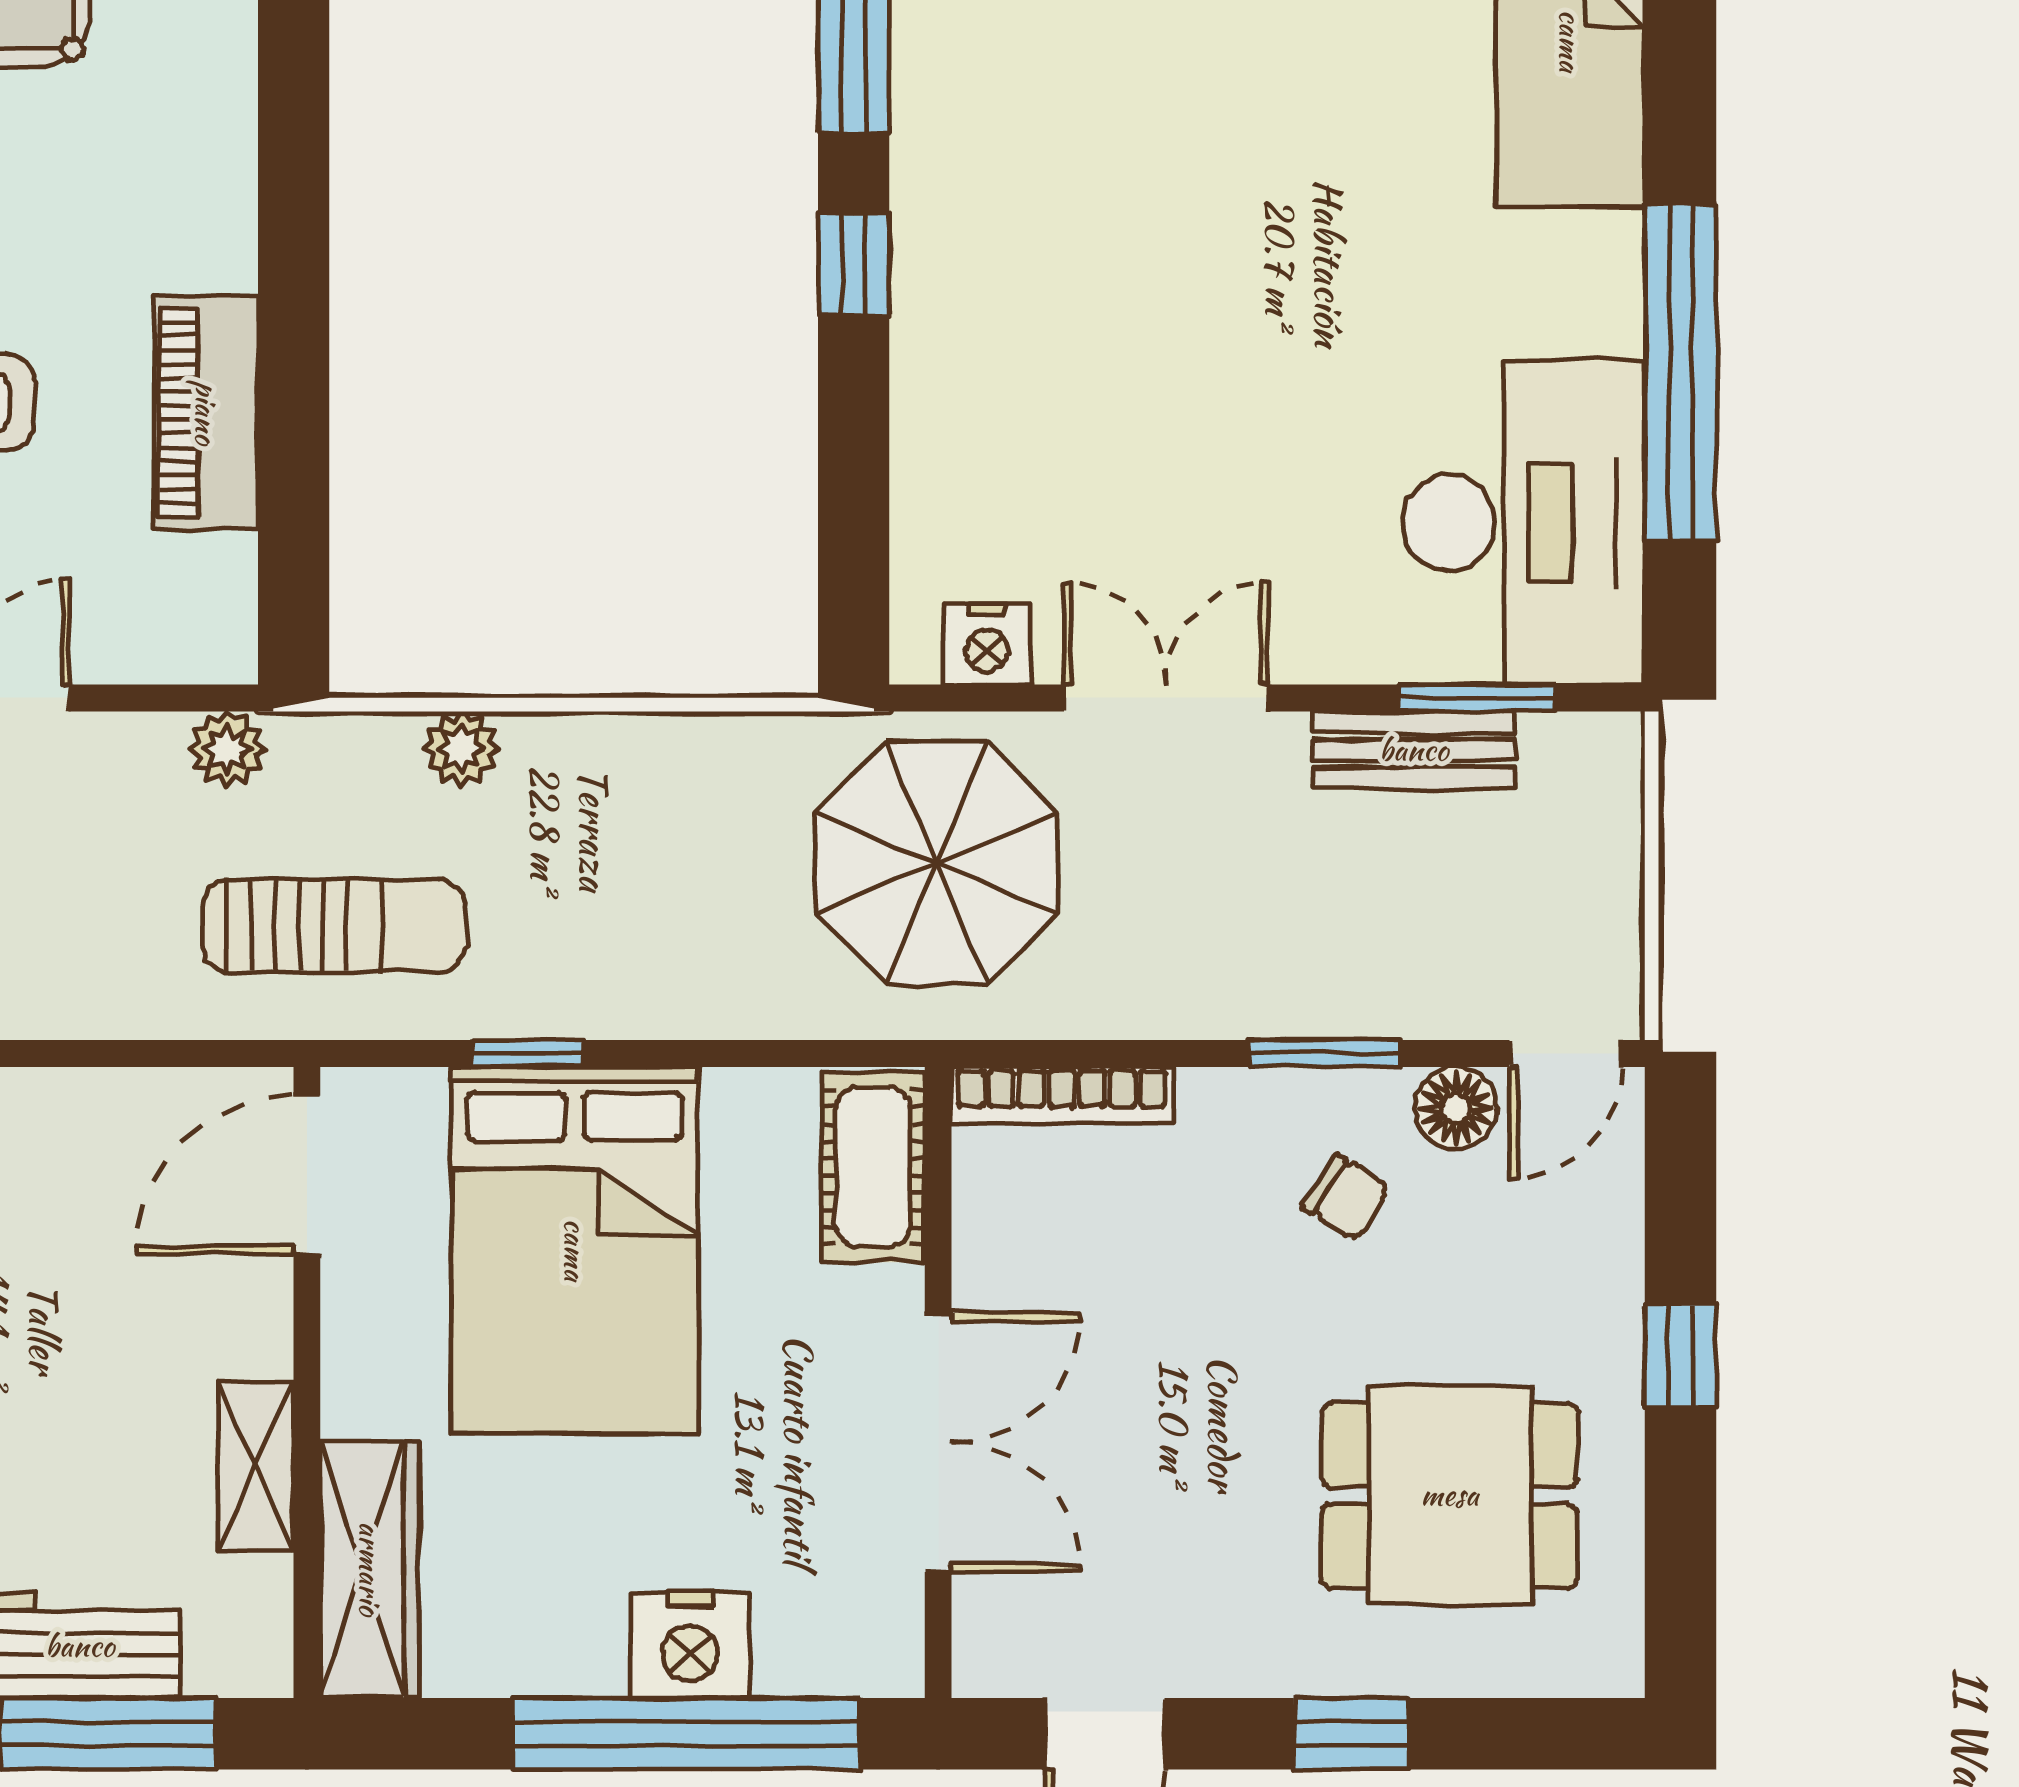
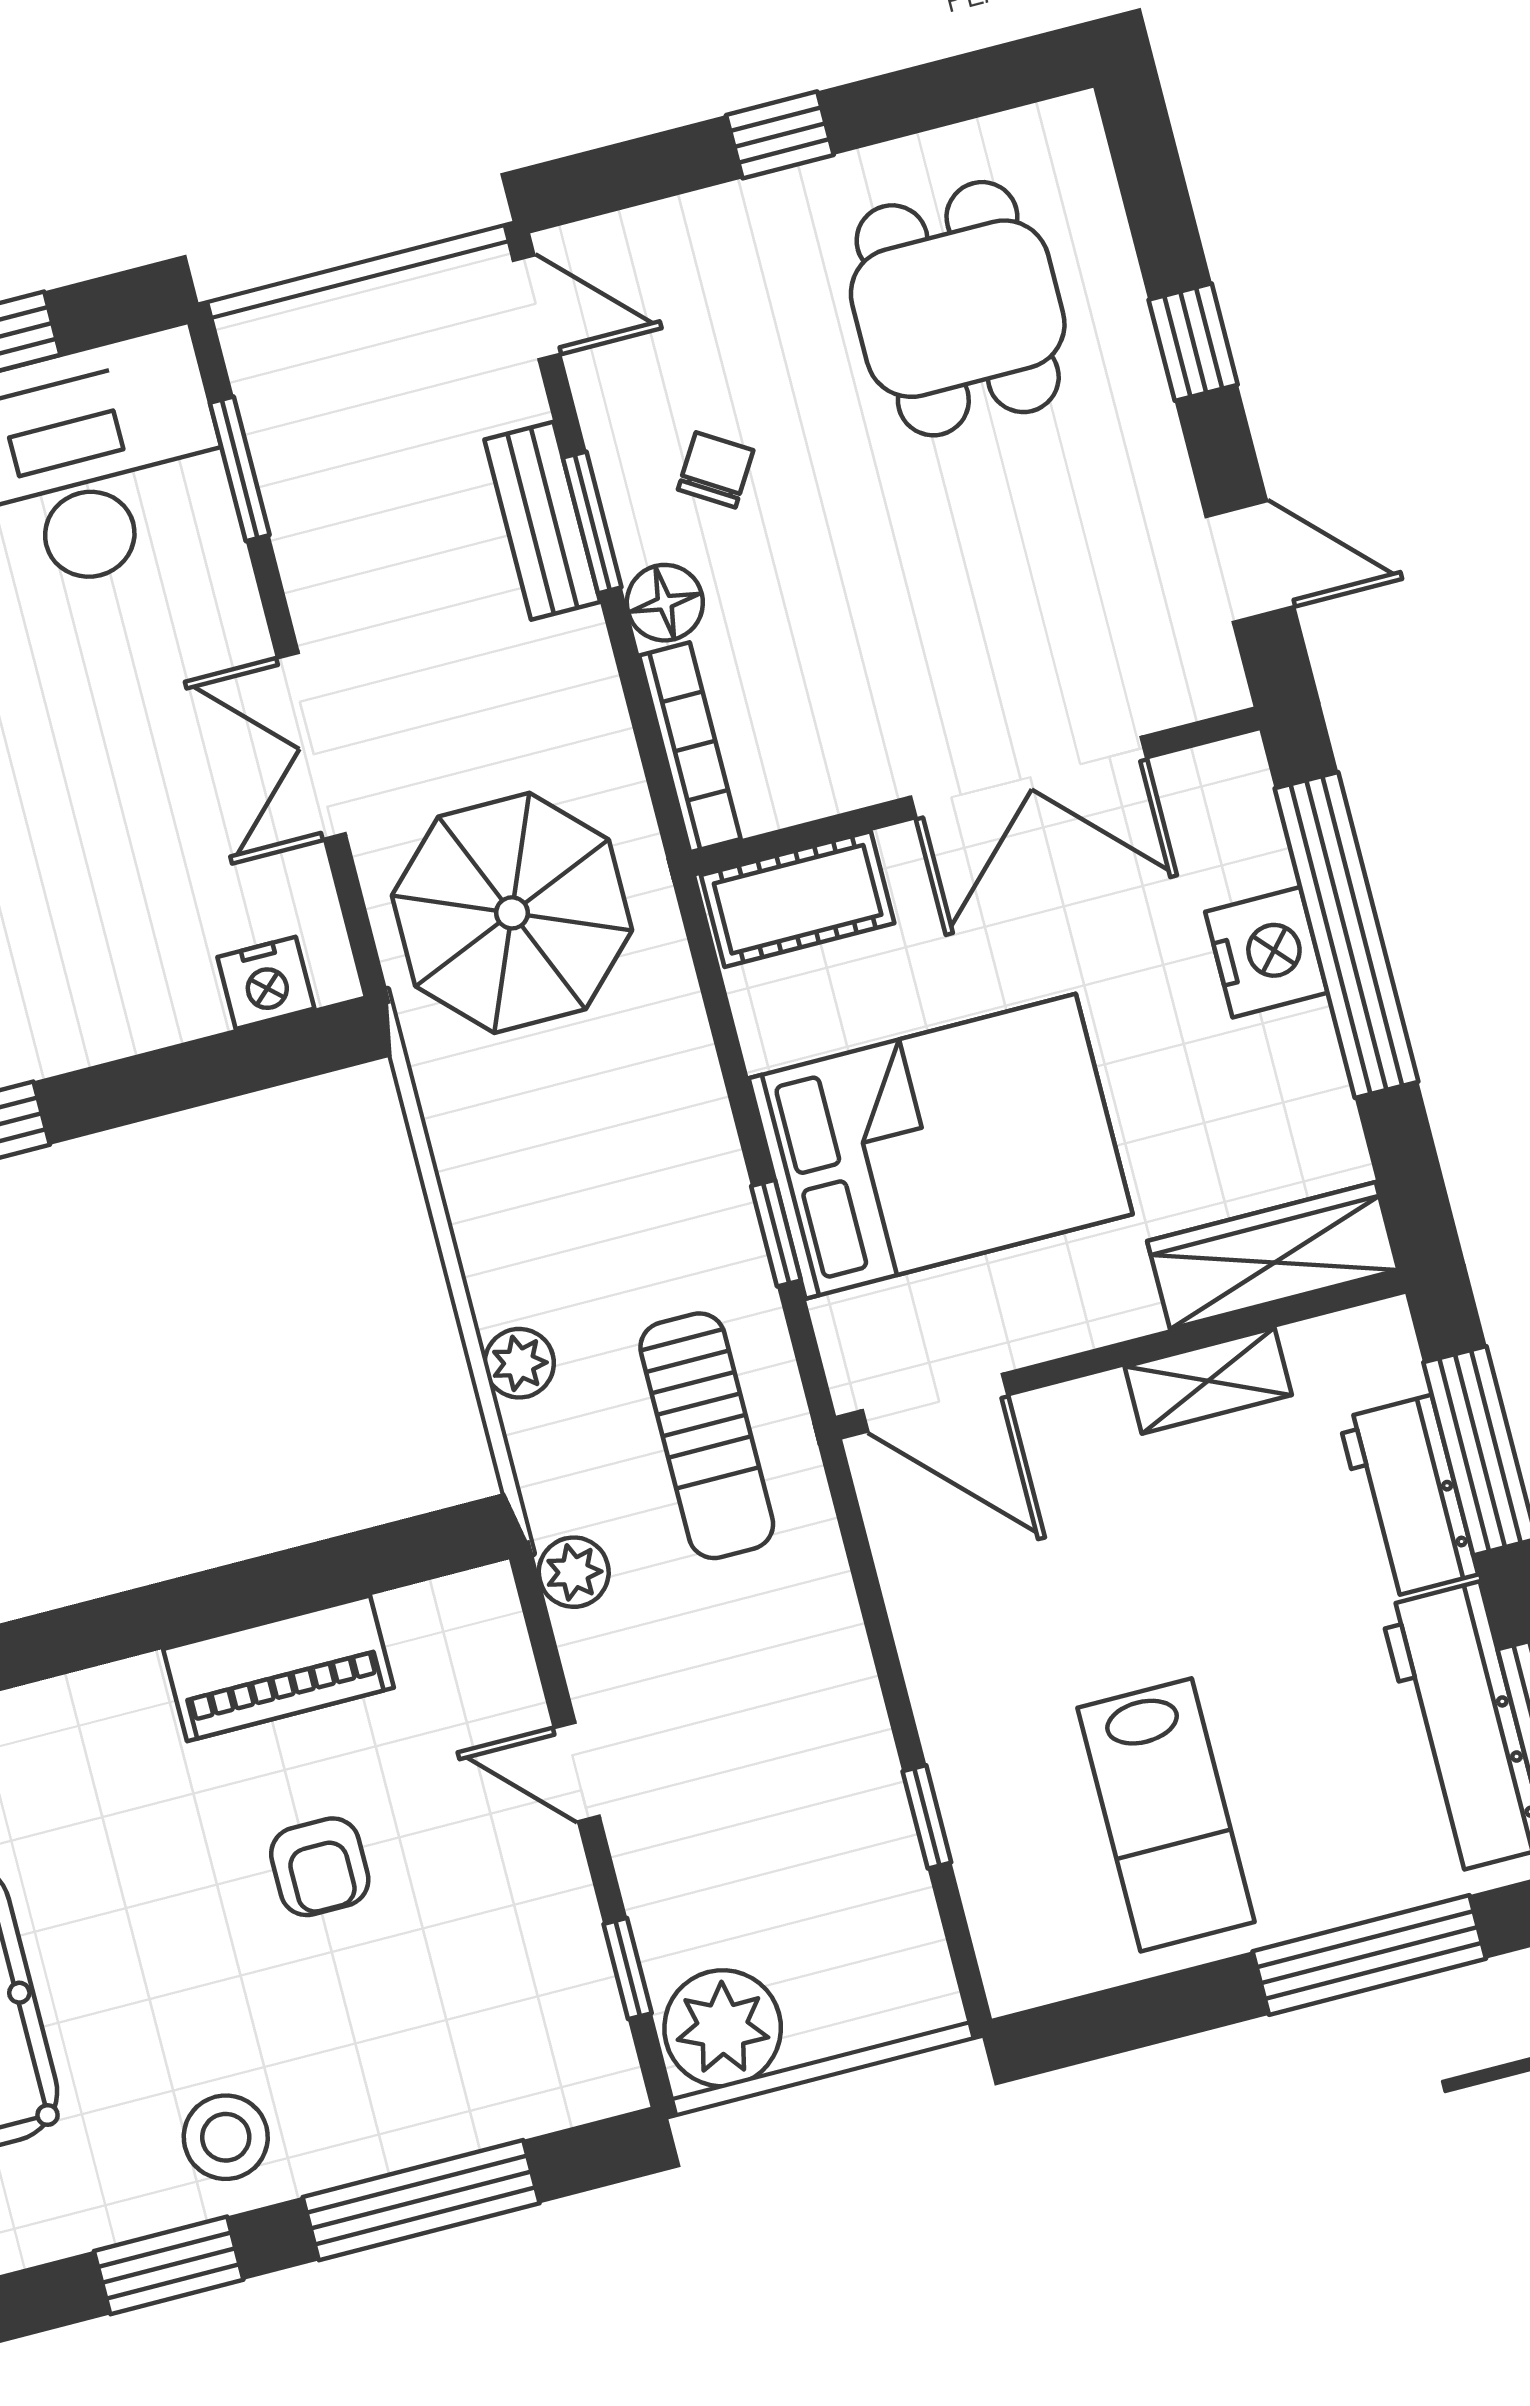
nightstand: (987, 644) -> (266, 983), moved, turned 90
bench: (1414, 750) -> (542, 521), moved
sun lounger: (334, 926) -> (707, 1436), turned 180
floor lamp: (1456, 1108) -> (665, 603), moved
double door: (938, 1443) -> (1028, 777), swing flipped

